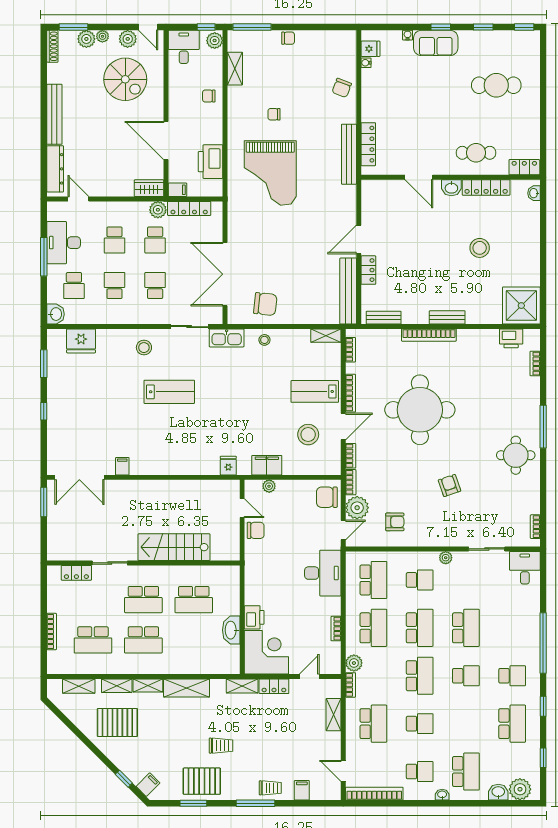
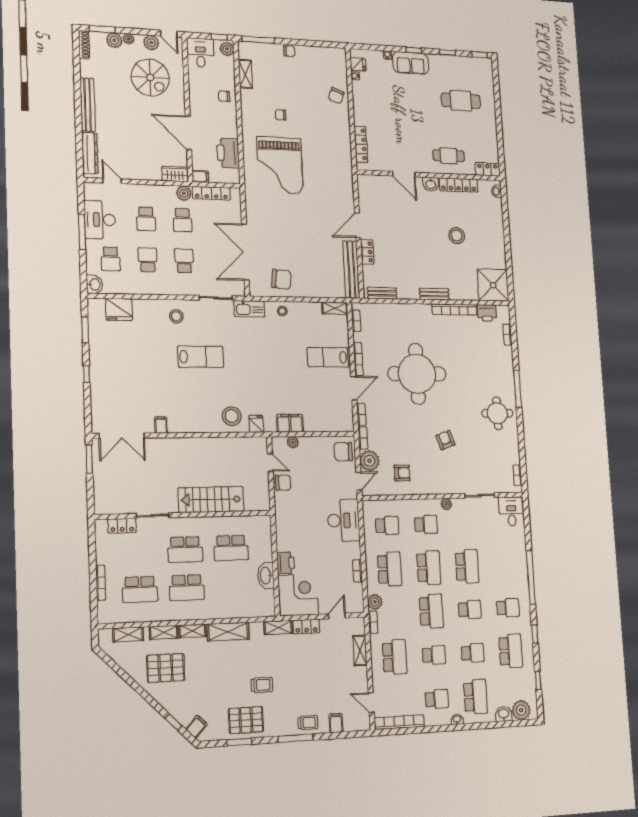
bench: (349, 154) -> (345, 152), removed
bookcase: (429, 335) -> (455, 310), moved
stool: (308, 435) -> (232, 416), moved
school desk: (373, 580) -> (387, 526), width x0.54
school desk: (466, 724) -> (473, 653), added

